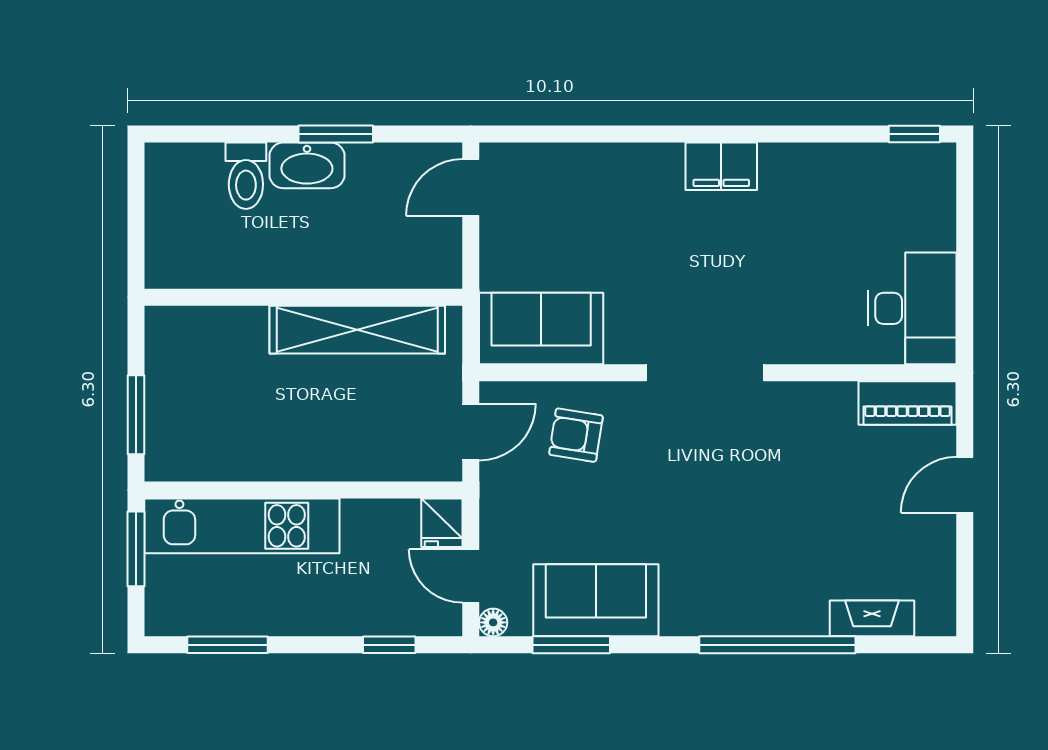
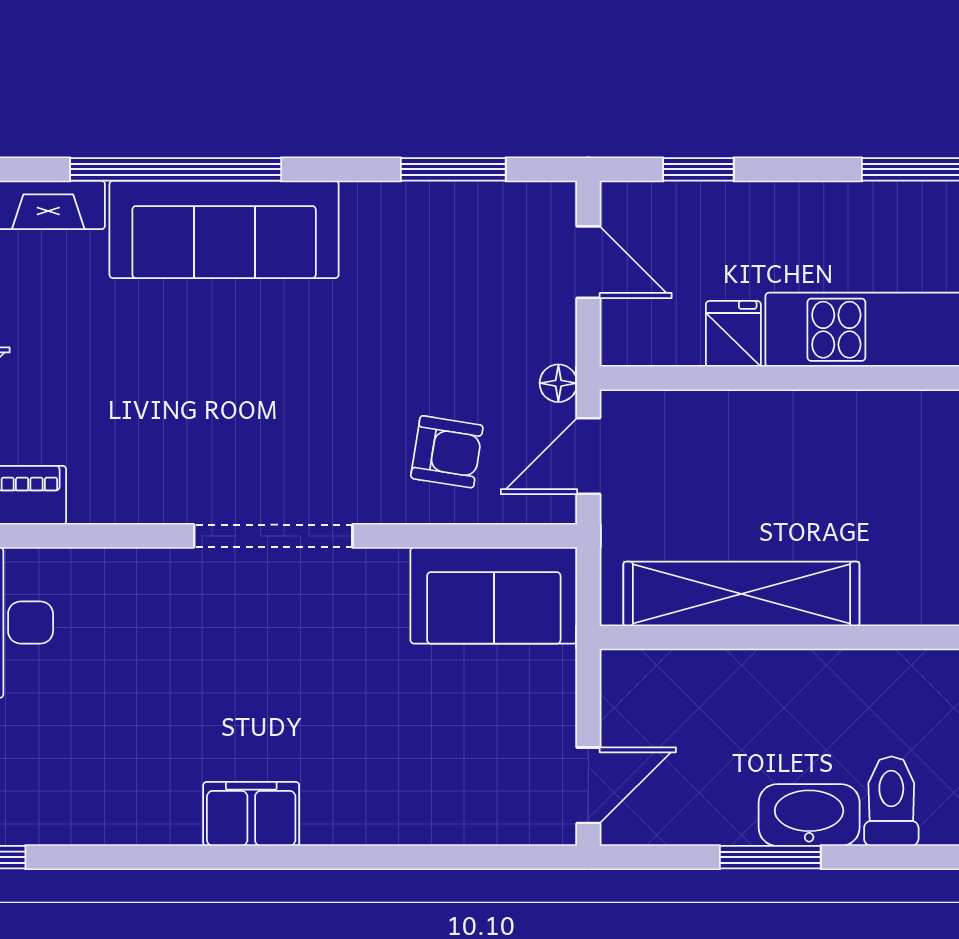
fridge: (442, 523) -> (733, 334), moved
sofa: (596, 600) -> (224, 229), moved, width x1.36
floor lamp: (493, 622) -> (558, 383), moved

